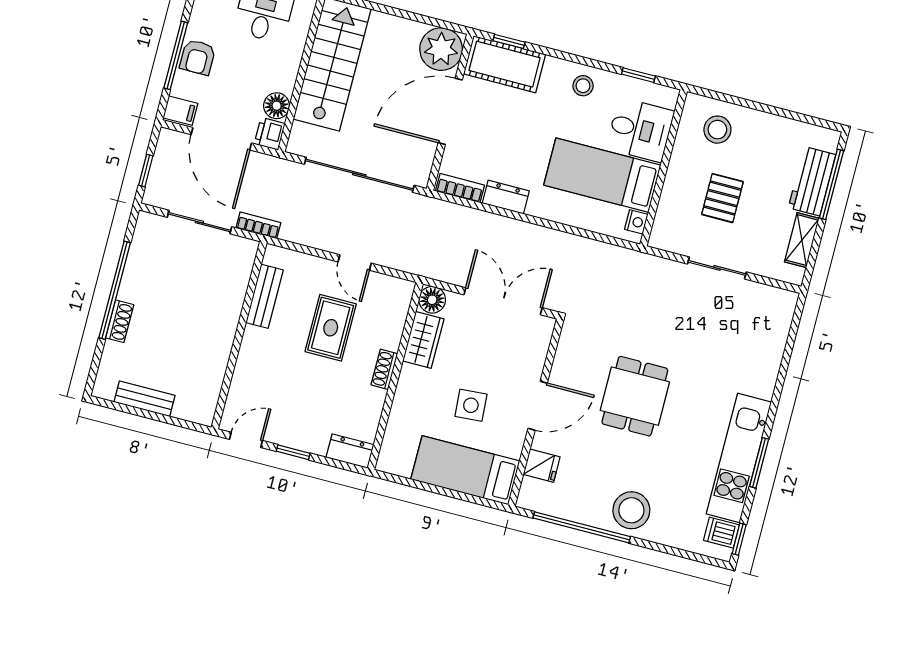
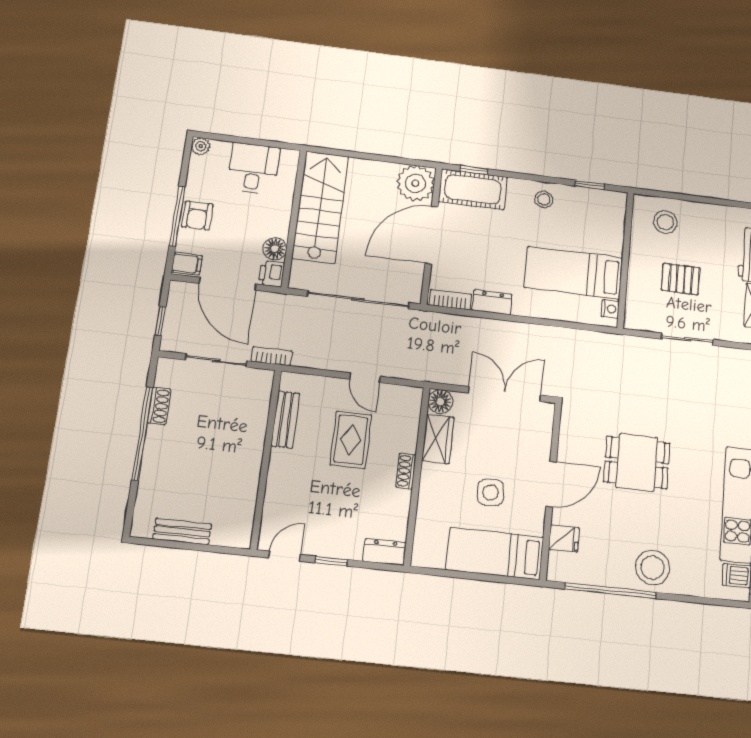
desk: (640, 130) -> (600, 230), removed
pallet: (722, 198) -> (681, 279), turned 90
shoe rack: (120, 321) -> (159, 406), moved
dining table: (635, 396) -> (637, 462), turned 90

